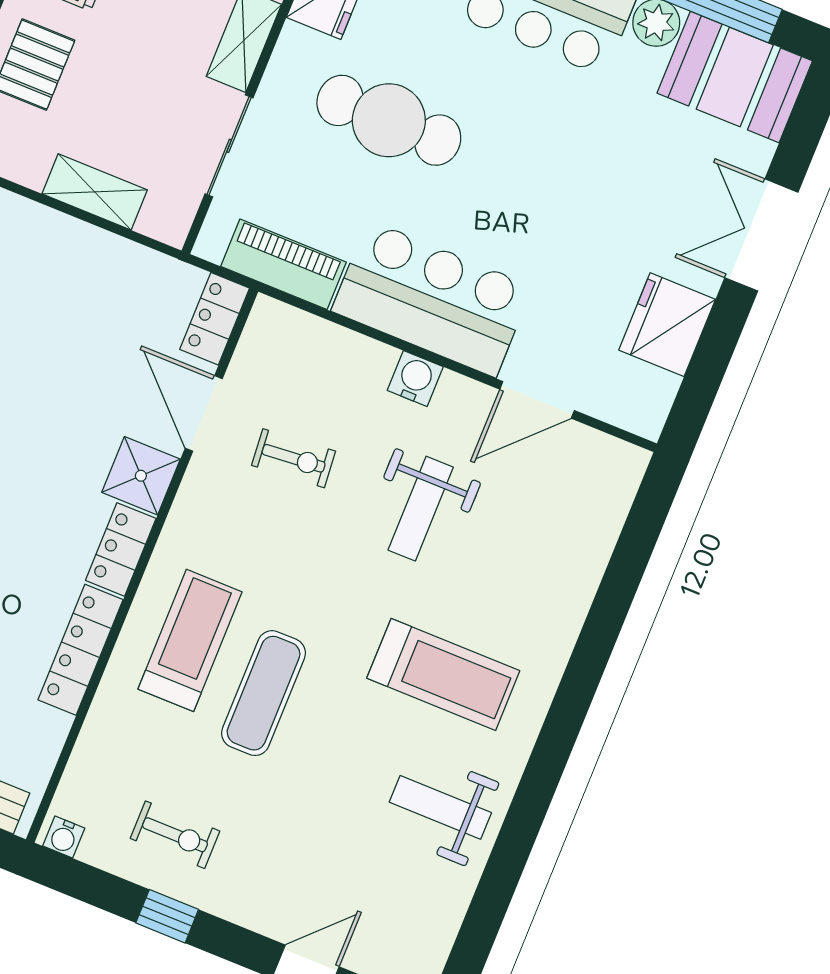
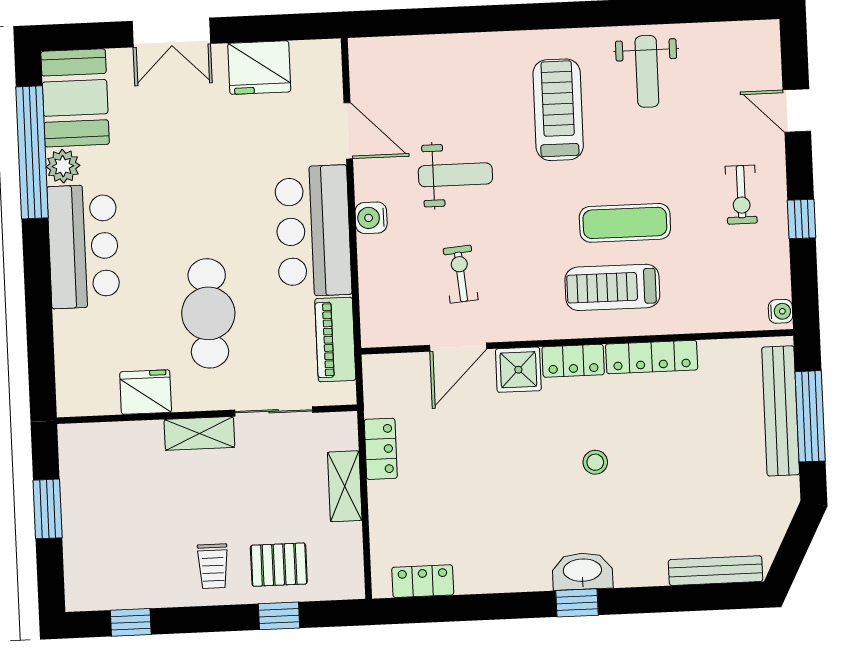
locker: (215, 319) -> (381, 449), moved, turned -90
exercise bike: (175, 835) -> (741, 195), moved, turned 180

